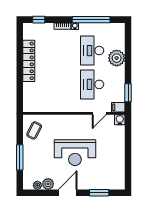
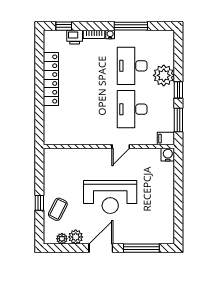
window: (91, 20) -> (131, 26), width x0.68
printer: (47, 28) -> (75, 37), added
window: (128, 69) -> (178, 90), added
door: (99, 113) -> (121, 147), moved
coffee table: (34, 130) -> (58, 209), moved
window: (20, 157) -> (39, 203), width x0.46
window: (99, 193) -> (141, 248), width x1.44

